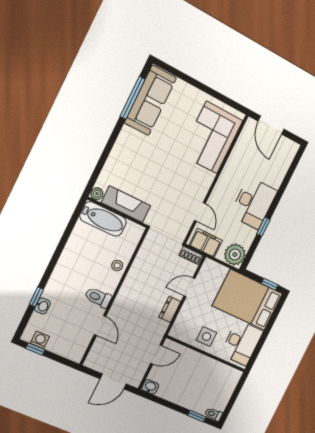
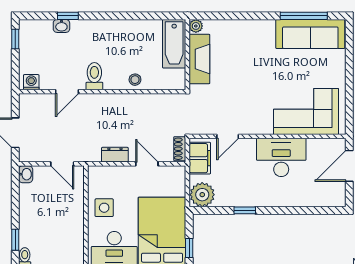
desk: (254, 203) -> (281, 157), moved, turned 180
washing machine: (40, 340) -> (31, 82), moved, turned -90

